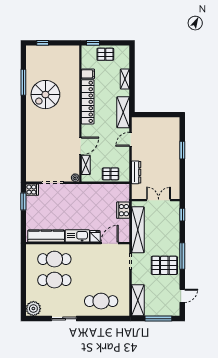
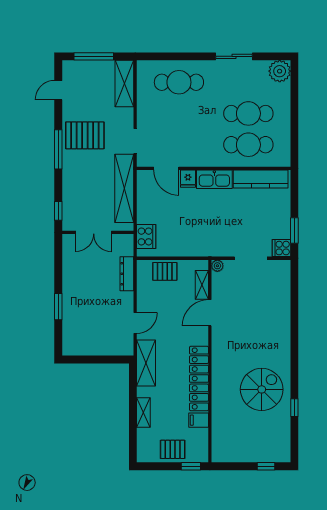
window: (23, 82) -> (294, 408), width x0.46
cooker: (123, 210) -> (146, 236), moved
door: (110, 243) -> (166, 168), hinge flipped

